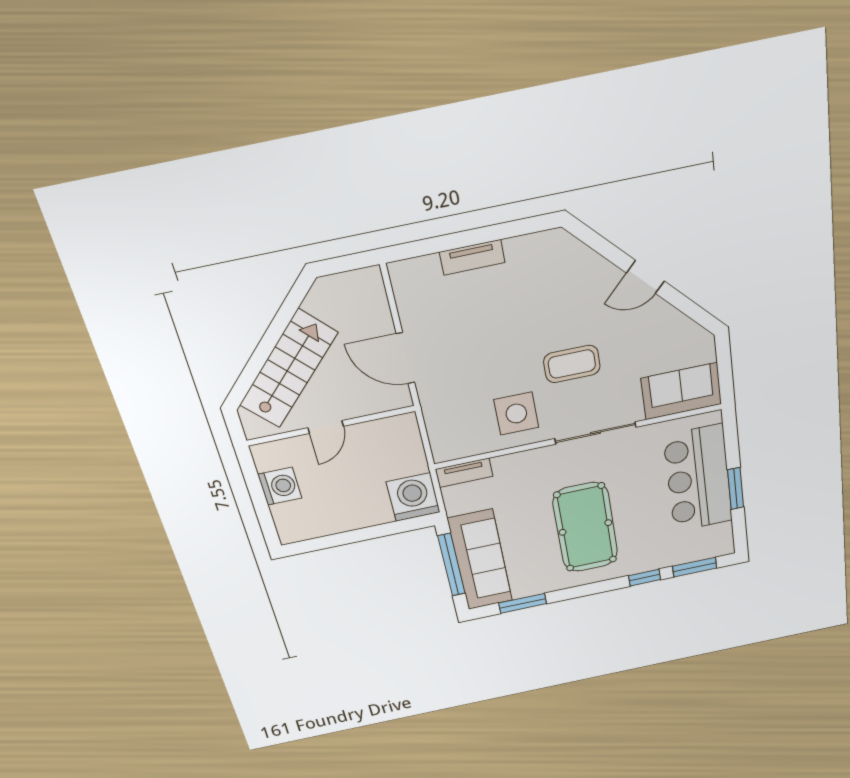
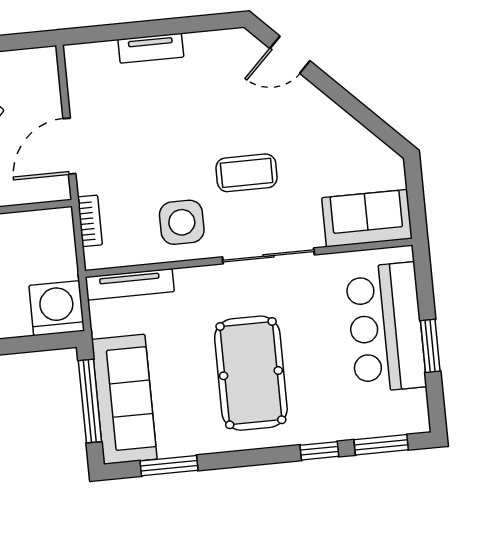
door: (645, 277) -> (290, 55), moved
door: (405, 358) -> (69, 146), hinge flipped
bookcase: (433, 422) -> (90, 221), added
tv unit: (464, 473) -> (130, 284), width x1.41

